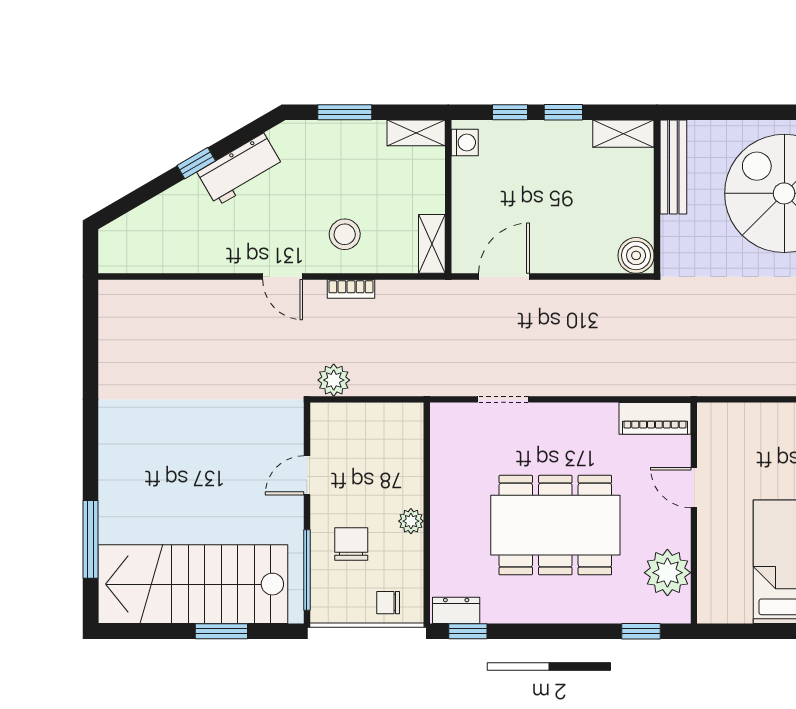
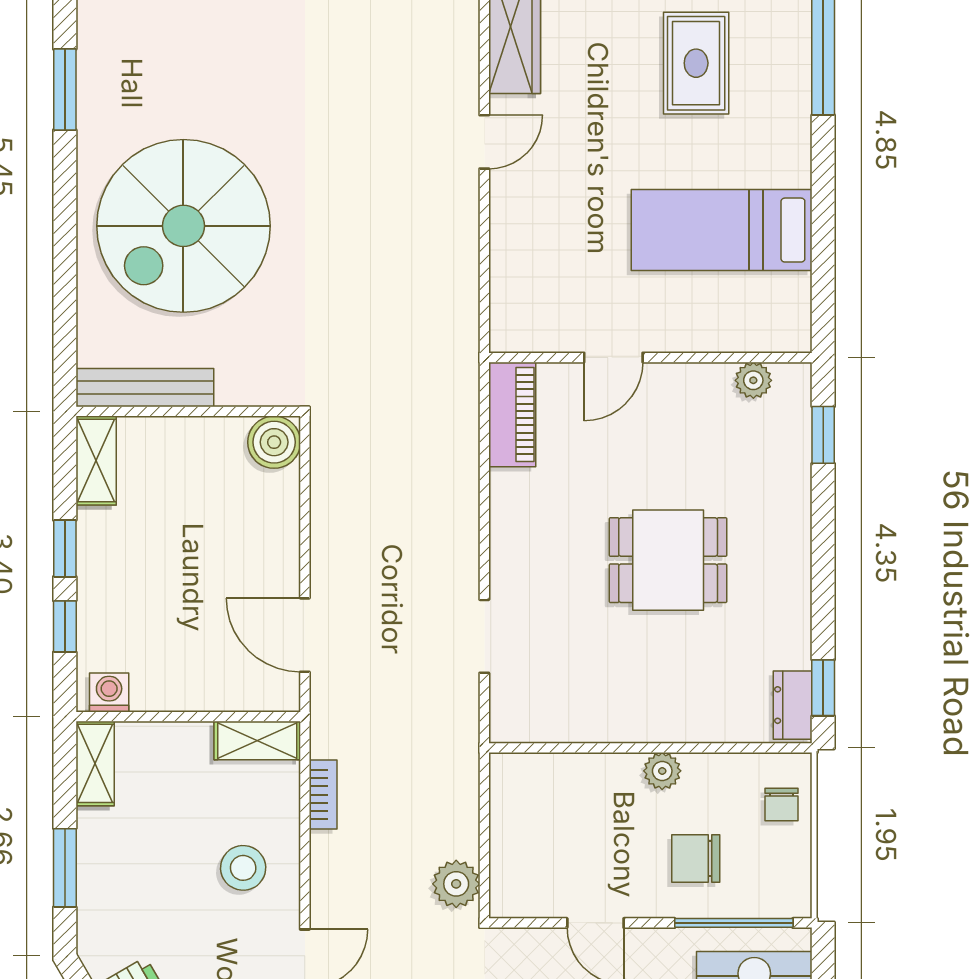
bookcase: (351, 289) -> (323, 795), moved
dining table: (555, 525) -> (668, 560), width x0.53, depth x0.80
plant: (667, 573) -> (753, 380), width x0.53, depth x0.53

